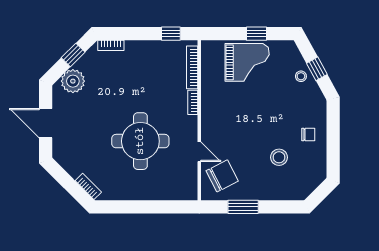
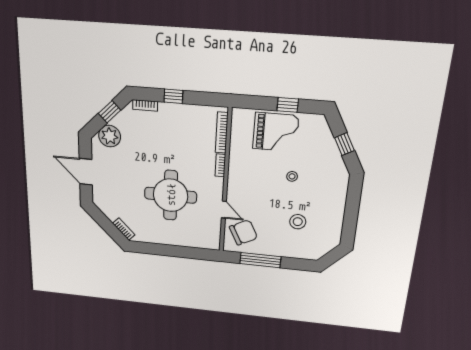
window: (171, 34) -> (173, 96), moved
stool: (301, 76) -> (292, 176), moved
chair: (308, 135) -> (328, 204), removed
window: (243, 207) -> (260, 260), width x1.44

